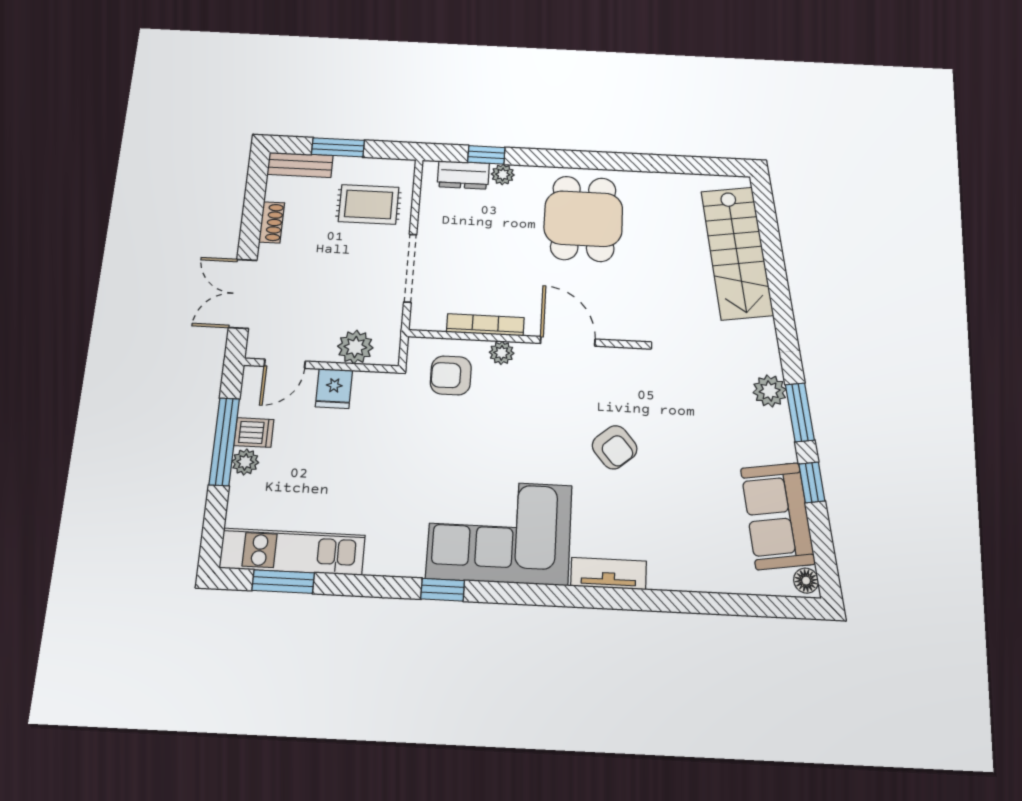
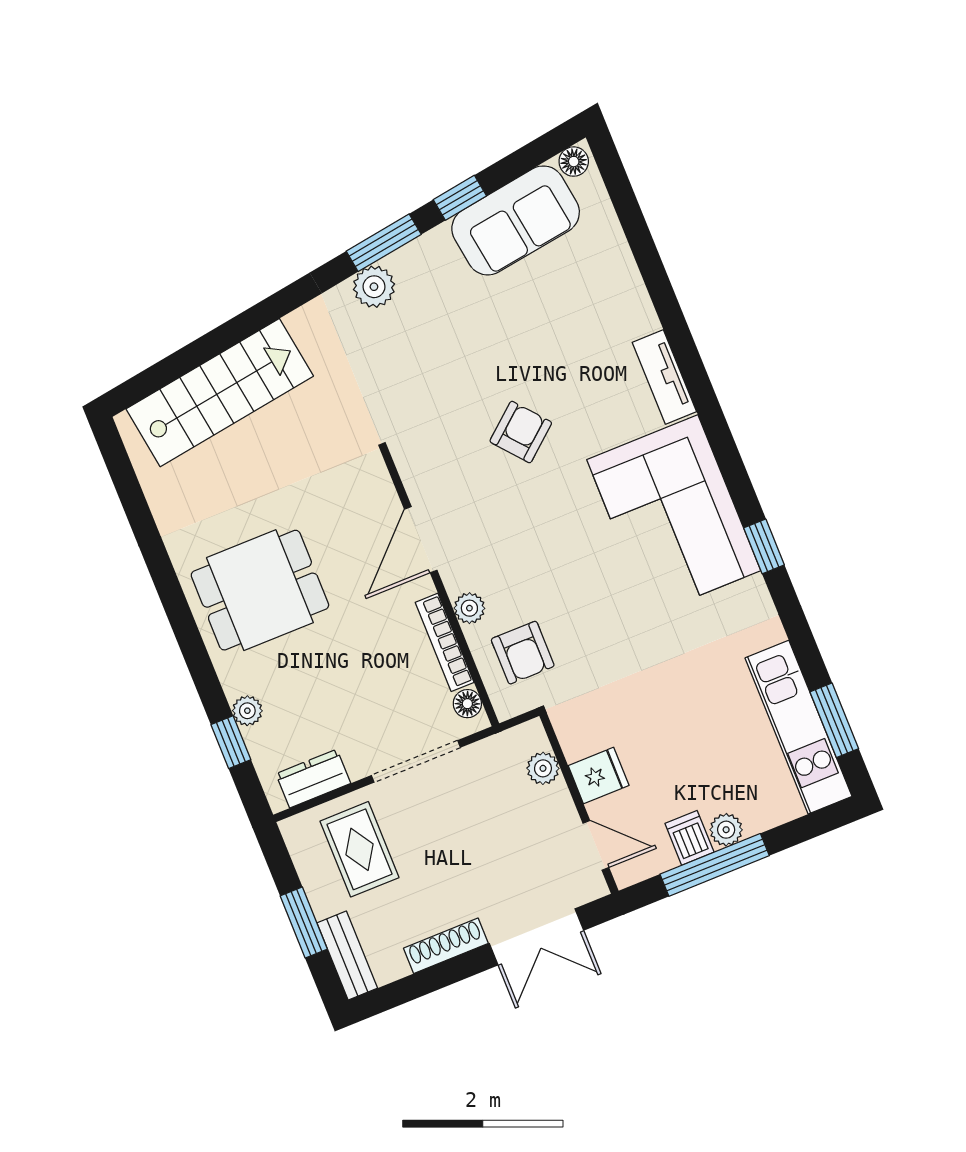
dresser: (463, 175) -> (313, 779), moved, turned -90
shoe rack: (272, 222) -> (446, 946), width x1.43
floor lamp: (433, 321) -> (467, 704), added
plant: (355, 347) -> (543, 768), width x0.73, depth x0.73

